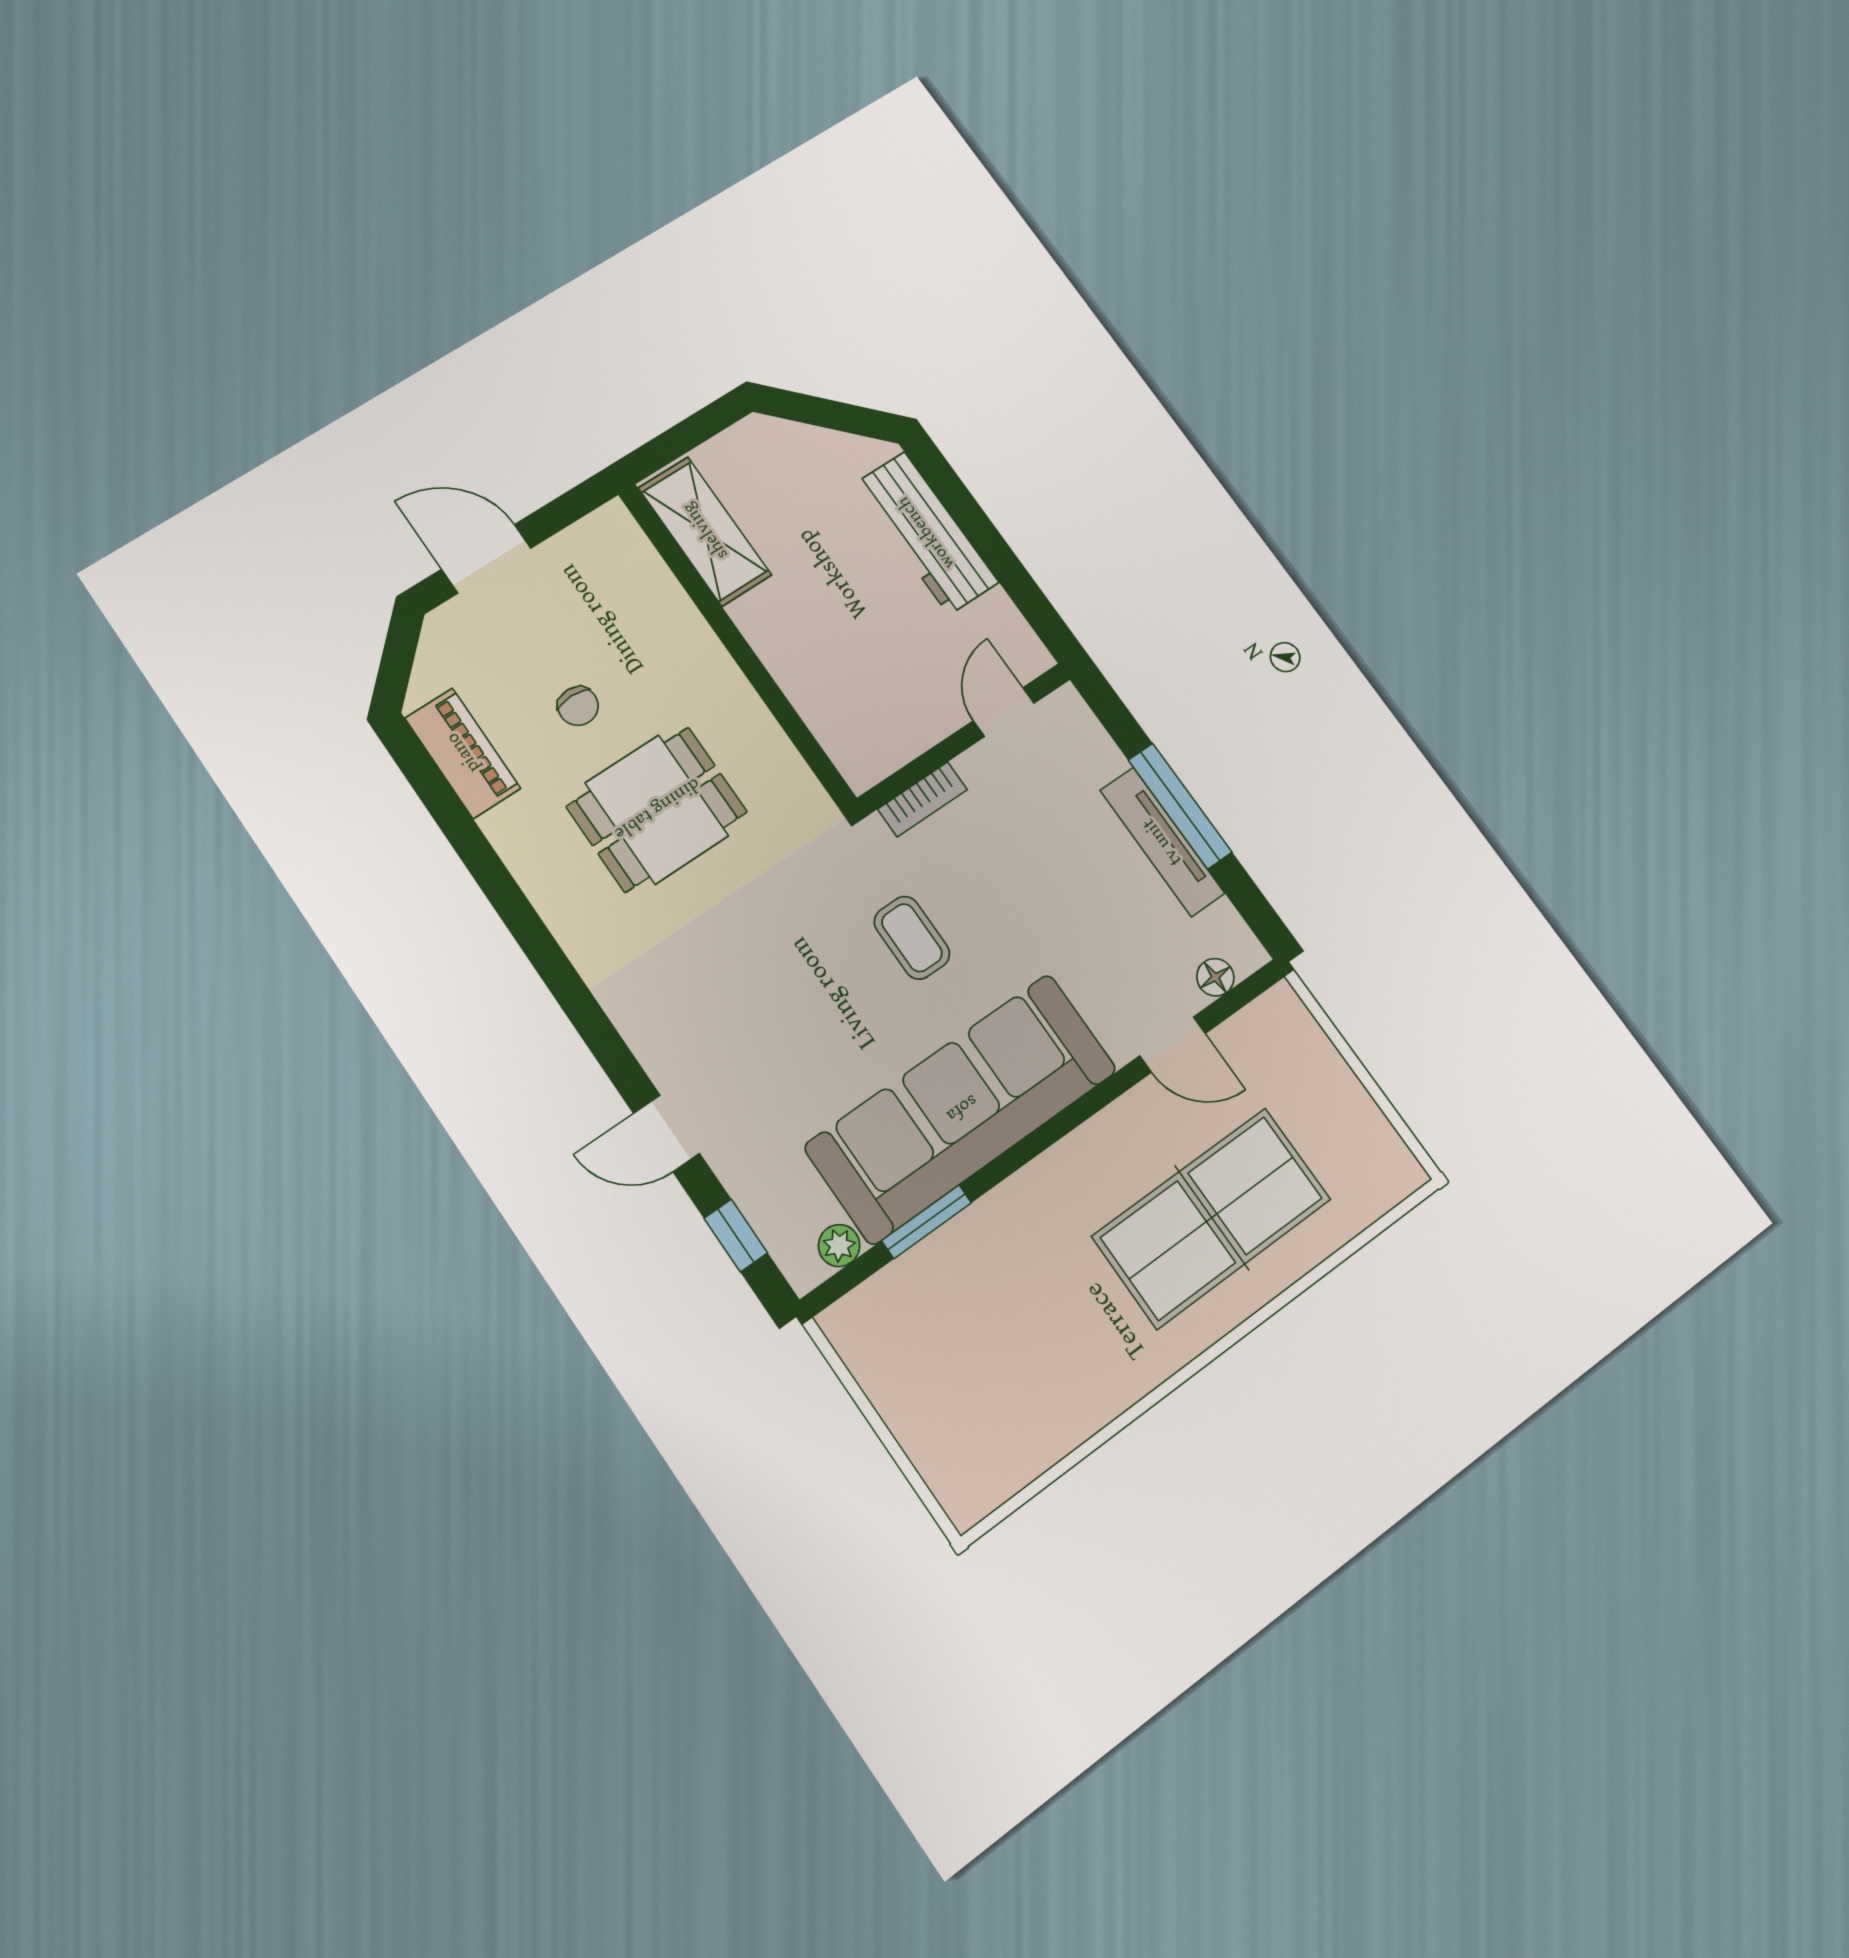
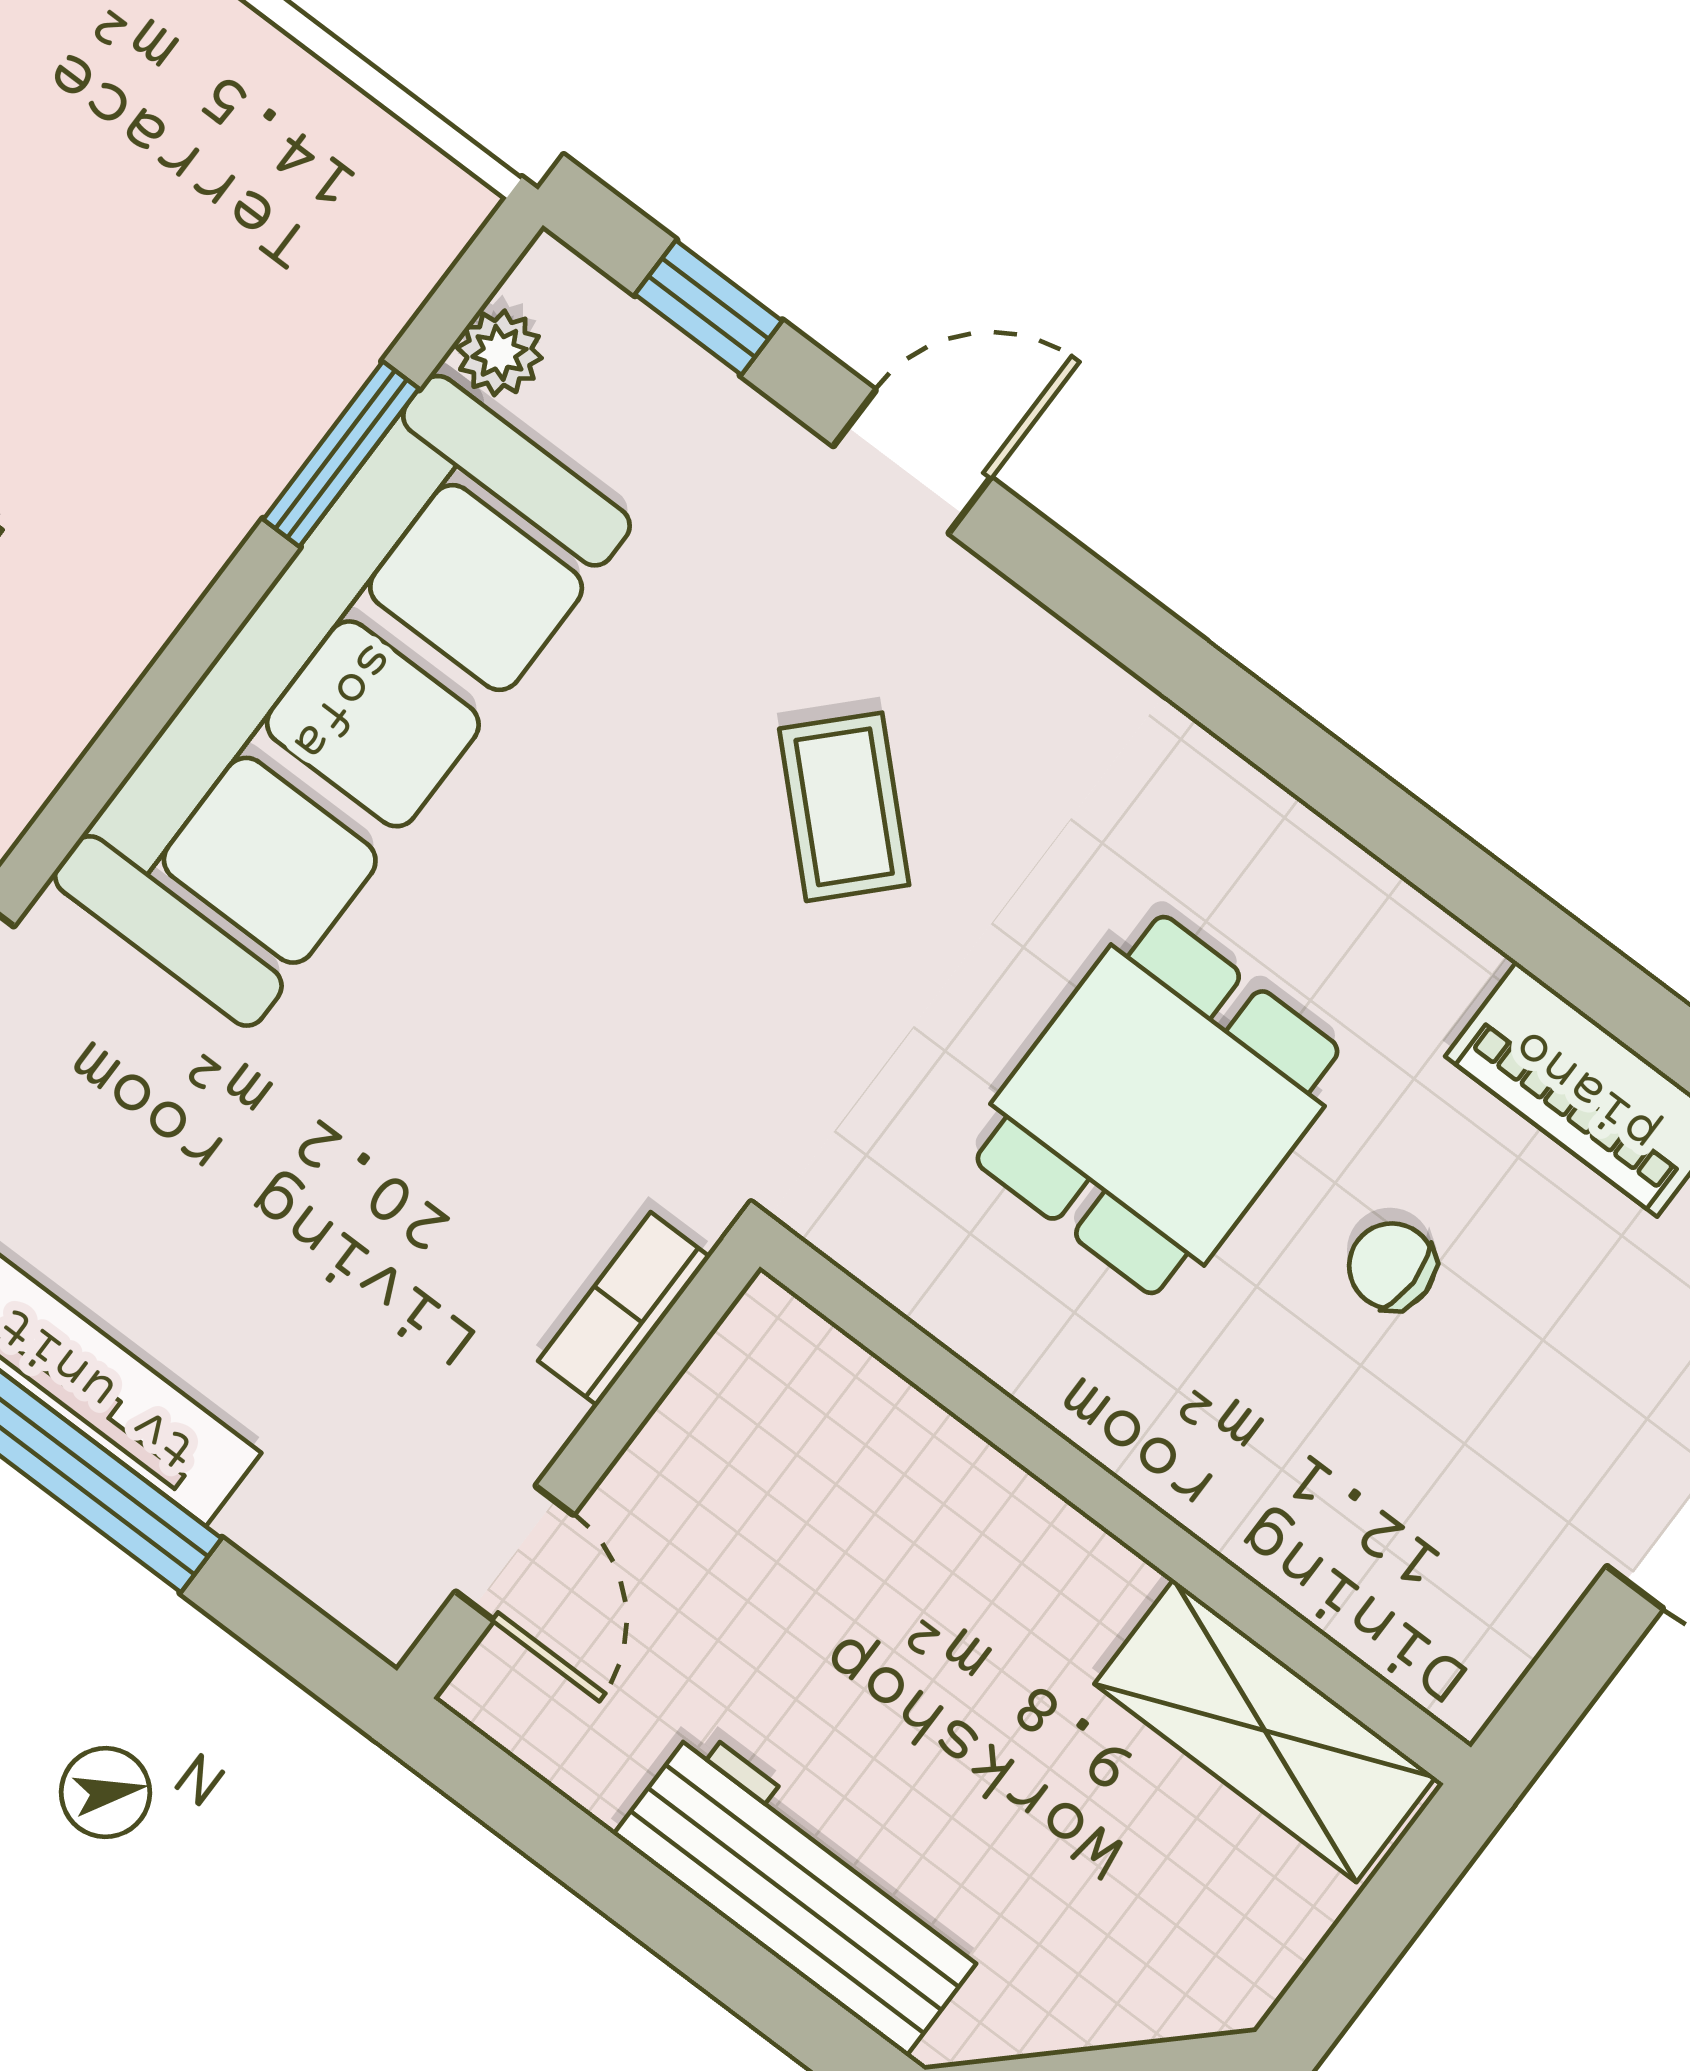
coffee table: (912, 938) -> (844, 807), moved, turned 44

